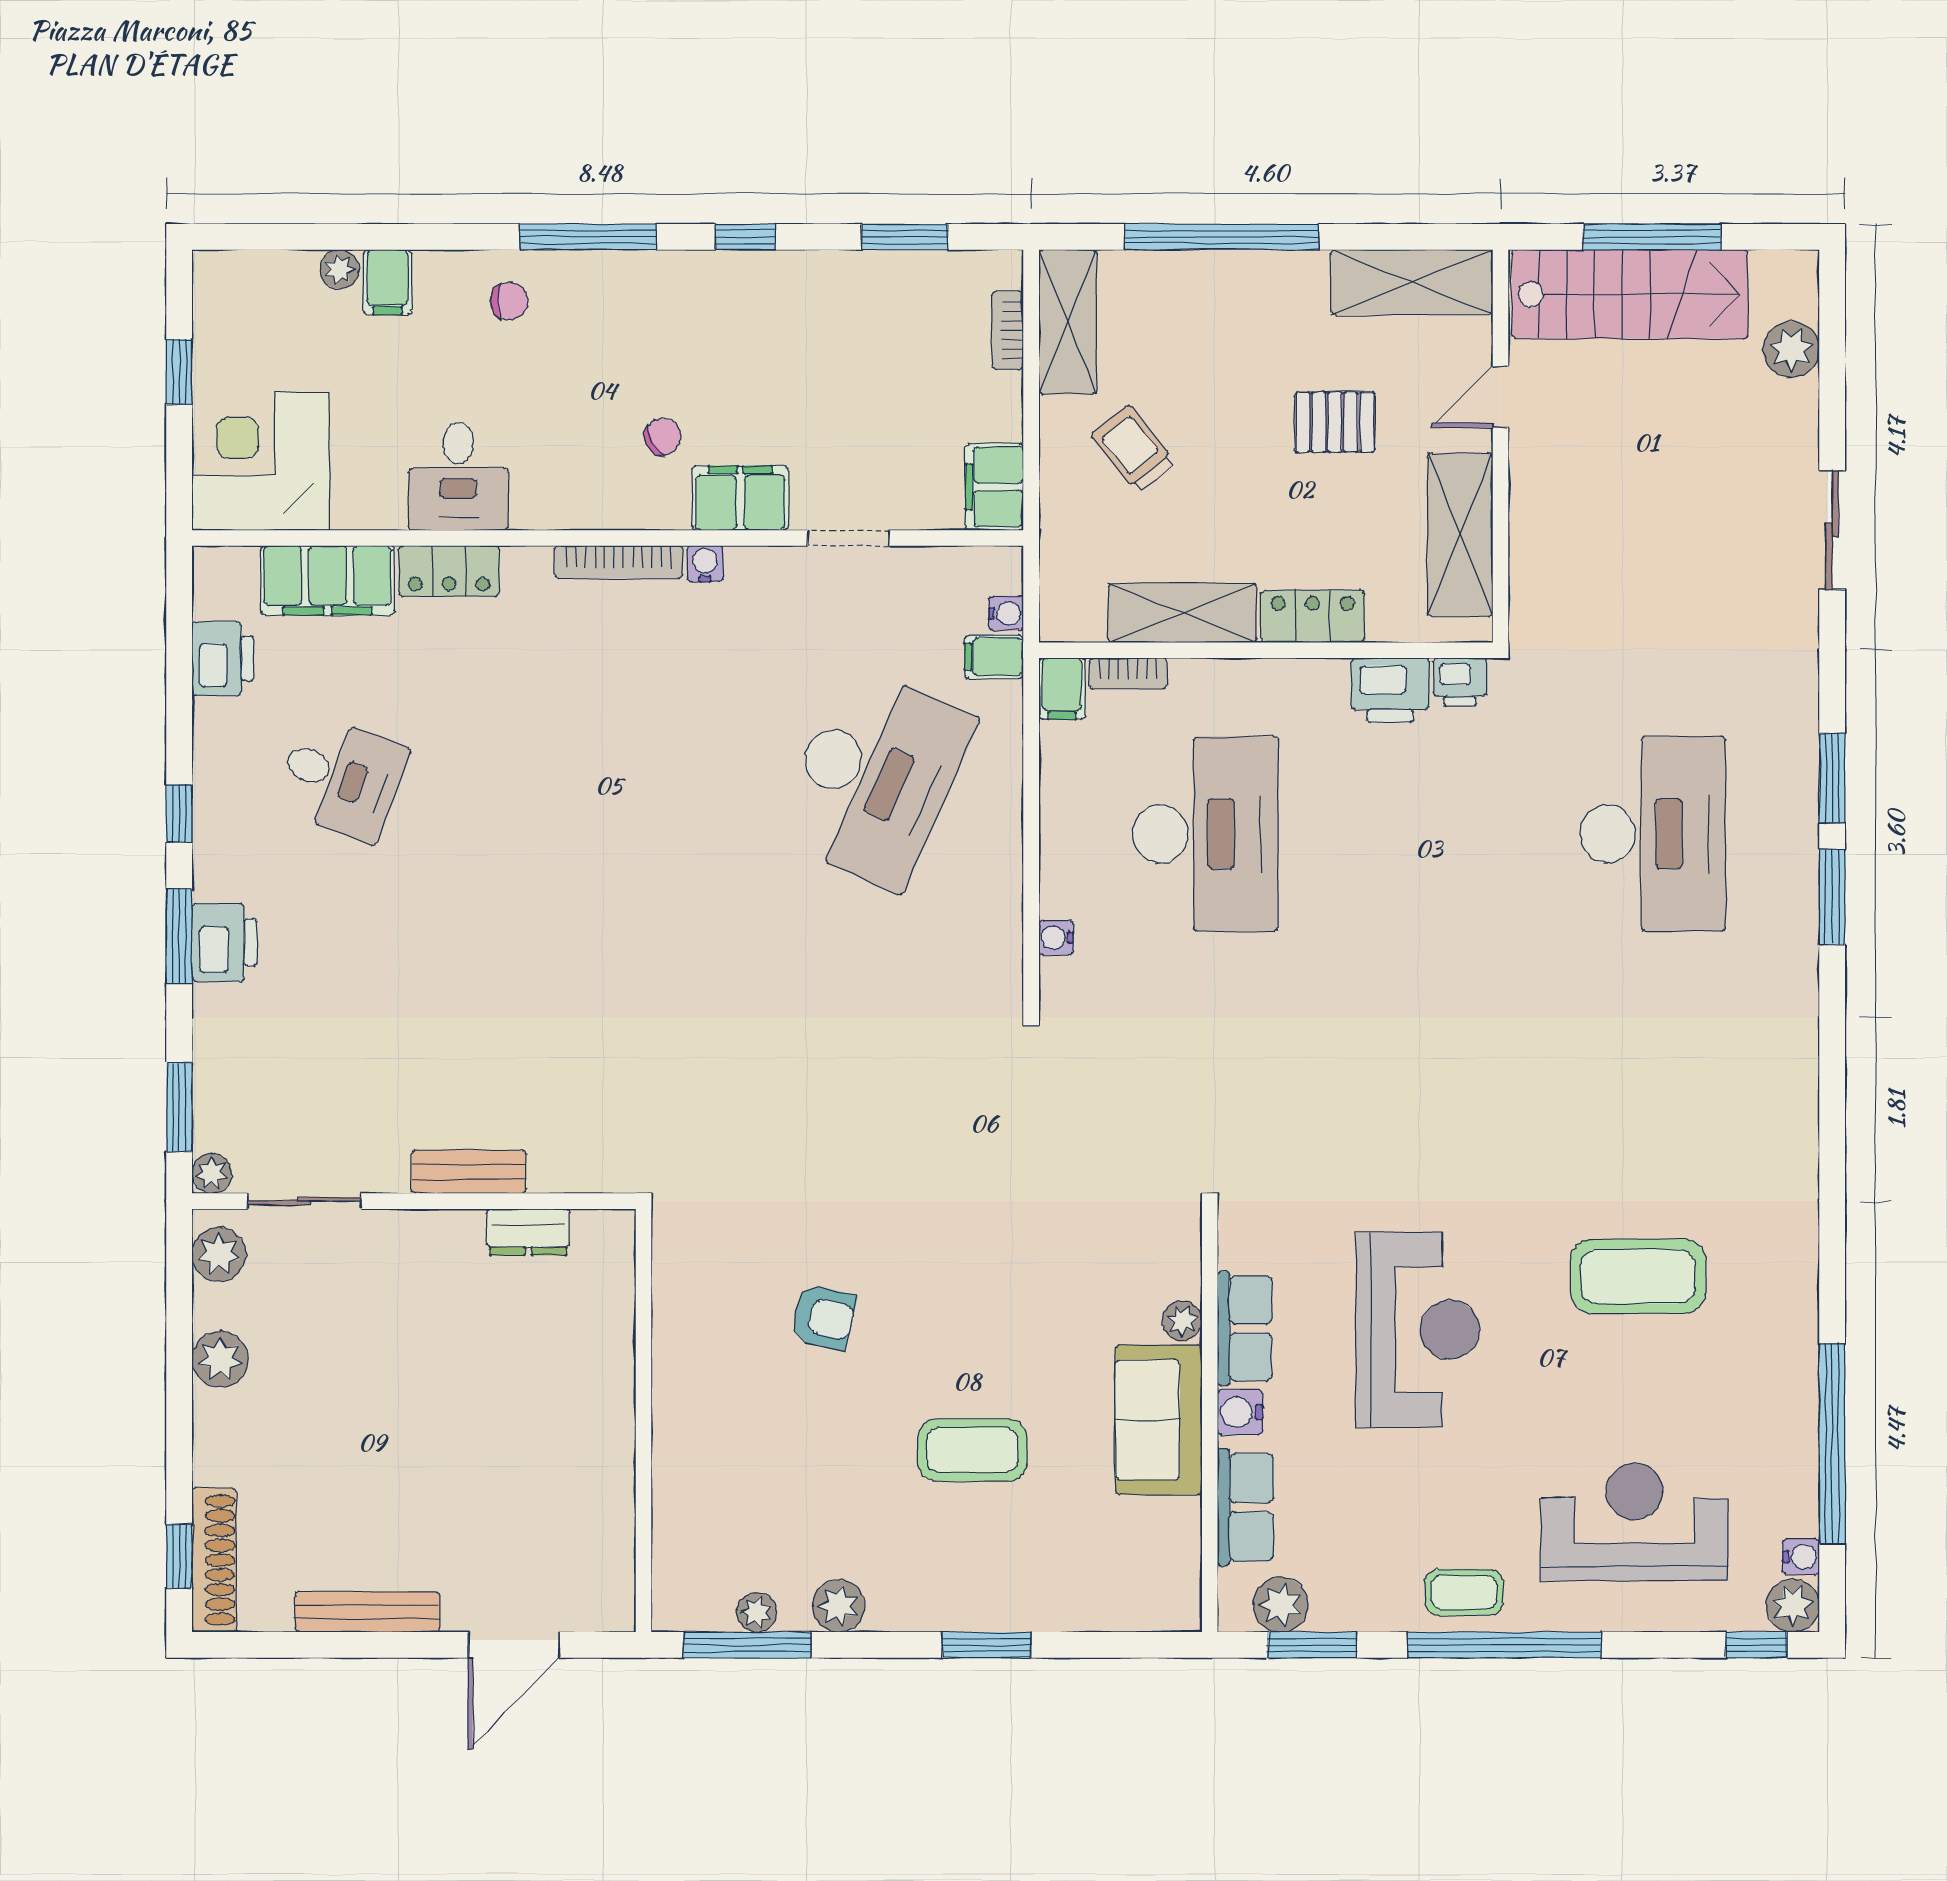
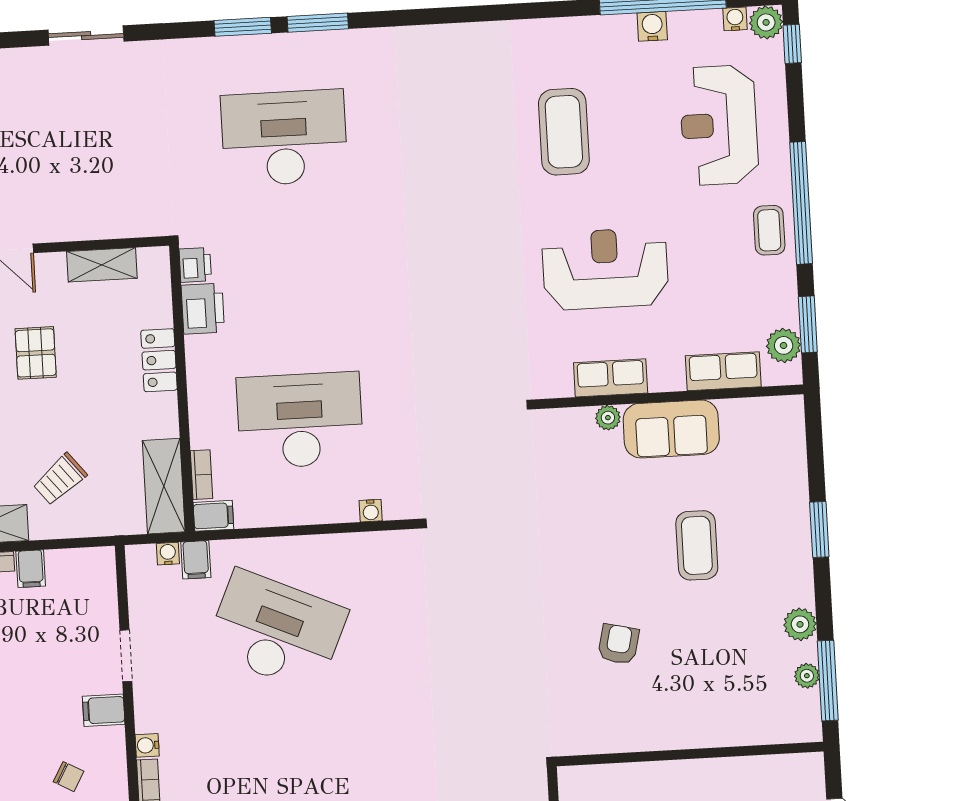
chair: (663, 437) -> (68, 777), turned 148
filing cabinet: (994, 487) -> (31, 569), moved, width x0.50
filing cabinet: (740, 498) -> (104, 710), width x0.50
shelving: (1460, 535) -> (102, 265), width x0.67, depth x0.75
shelving: (1183, 613) -> (164, 486), moved
water cooler: (1240, 1412) -> (652, 26), moved, turned 180

